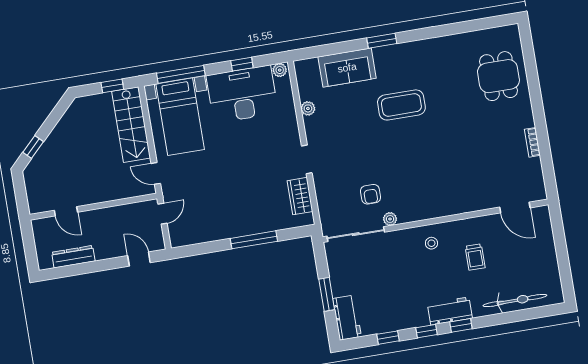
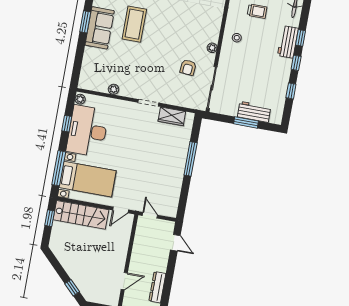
sofa: (347, 68) -> (100, 28), moved
armchair: (371, 194) -> (188, 67), turned 95
plant: (390, 219) -> (212, 48), moved
door: (139, 259) -> (175, 243), swing flipped
workbench: (347, 318) -> (254, 112), moved

